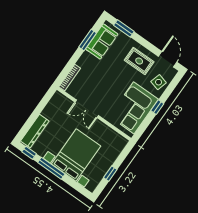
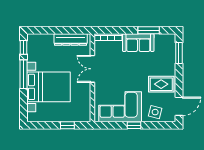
sofa: (102, 42) -> (138, 43), moved
rug: (139, 61) -> (161, 84), turned 90
dresser: (35, 131) -> (71, 39), moved
window: (110, 174) -> (67, 125), moved

